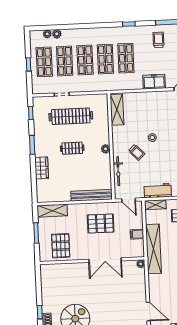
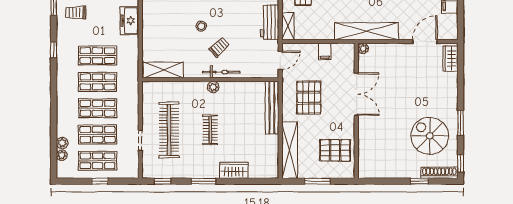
bicycle: (118, 171) -> (221, 72), moved
shelving: (52, 211) -> (290, 150), width x1.47
shelving: (153, 249) -> (367, 31), moved

